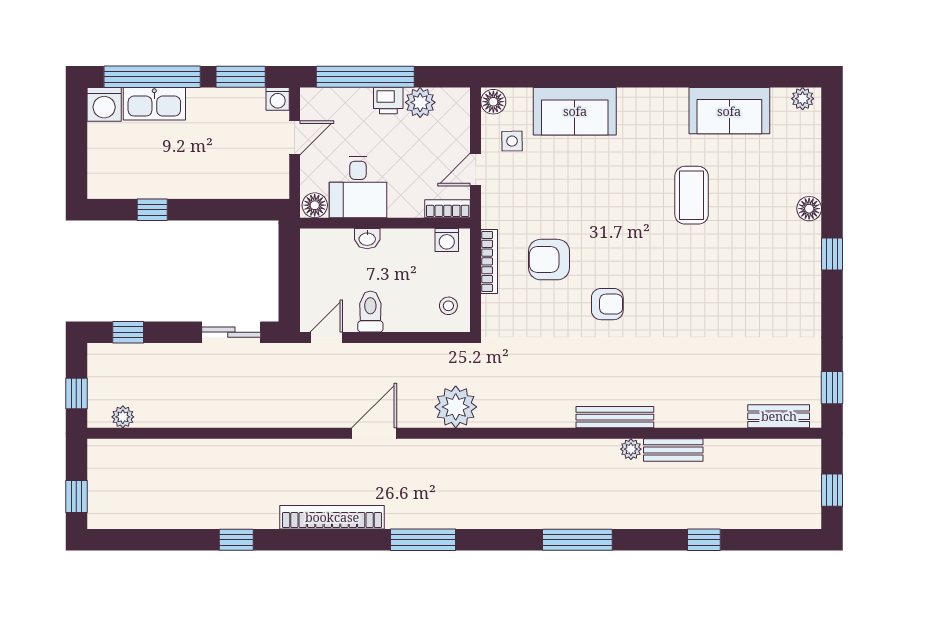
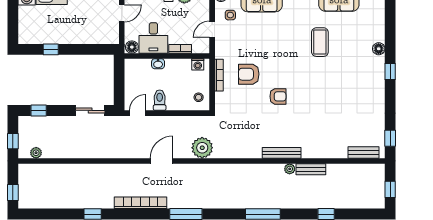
bookcase: (448, 209) -> (180, 49), moved

